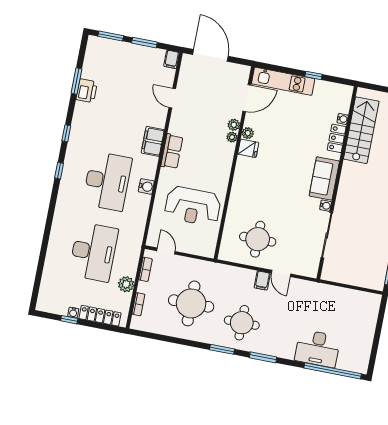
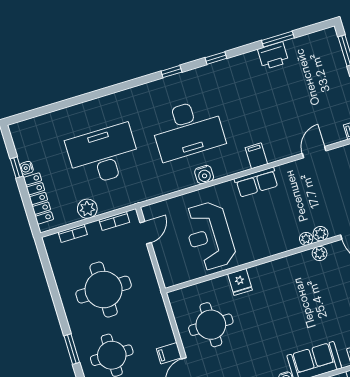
filing cabinet: (153, 141) -> (256, 156), width x0.50
fridge: (248, 148) -> (240, 282), moved
desk: (93, 252) -> (103, 155), turned 180

